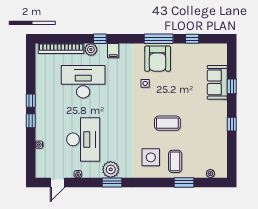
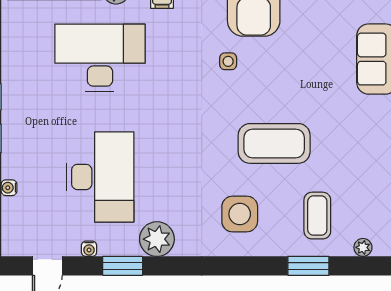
coffee table: (167, 123) -> (274, 143), width x1.36, depth x1.32
coffee table: (175, 161) -> (317, 216), moved
window: (112, 182) -> (123, 266), moved

